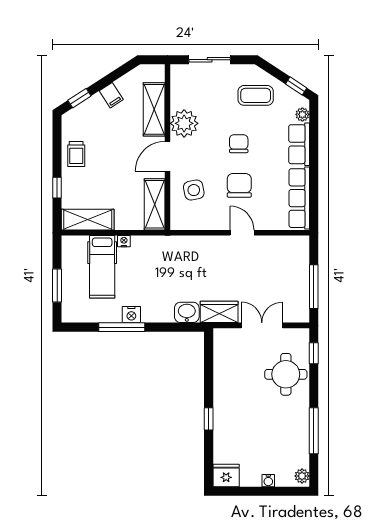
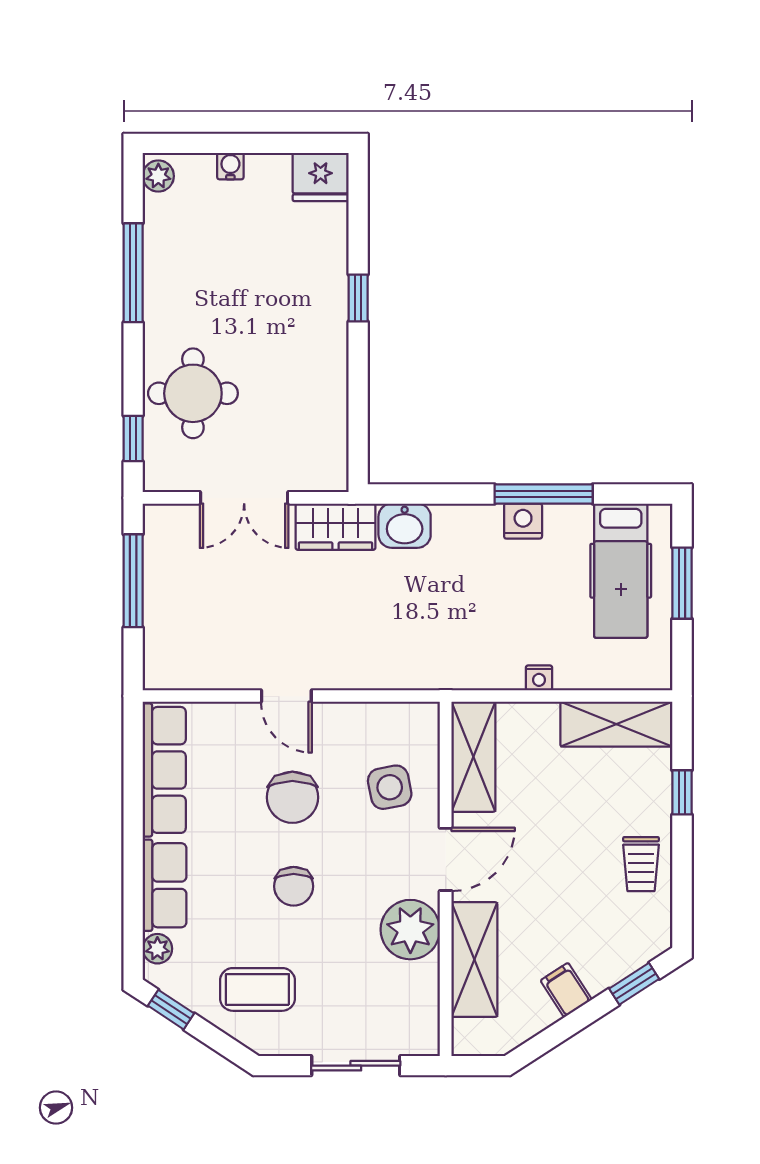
trolley: (76, 154) -> (641, 864), turned 180
hospital bed: (102, 267) -> (621, 571), moved, turned 180

